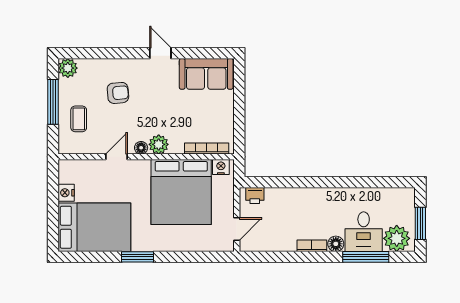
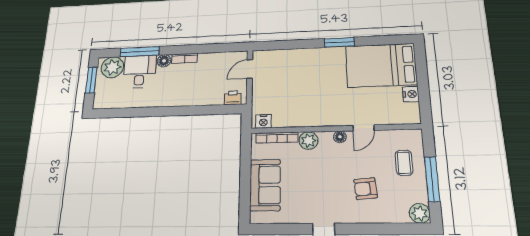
sofa: (206, 74) -> (265, 185), moved, turned 90
plant: (159, 144) -> (308, 141), moved
bed: (181, 192) -> (300, 98), removed

